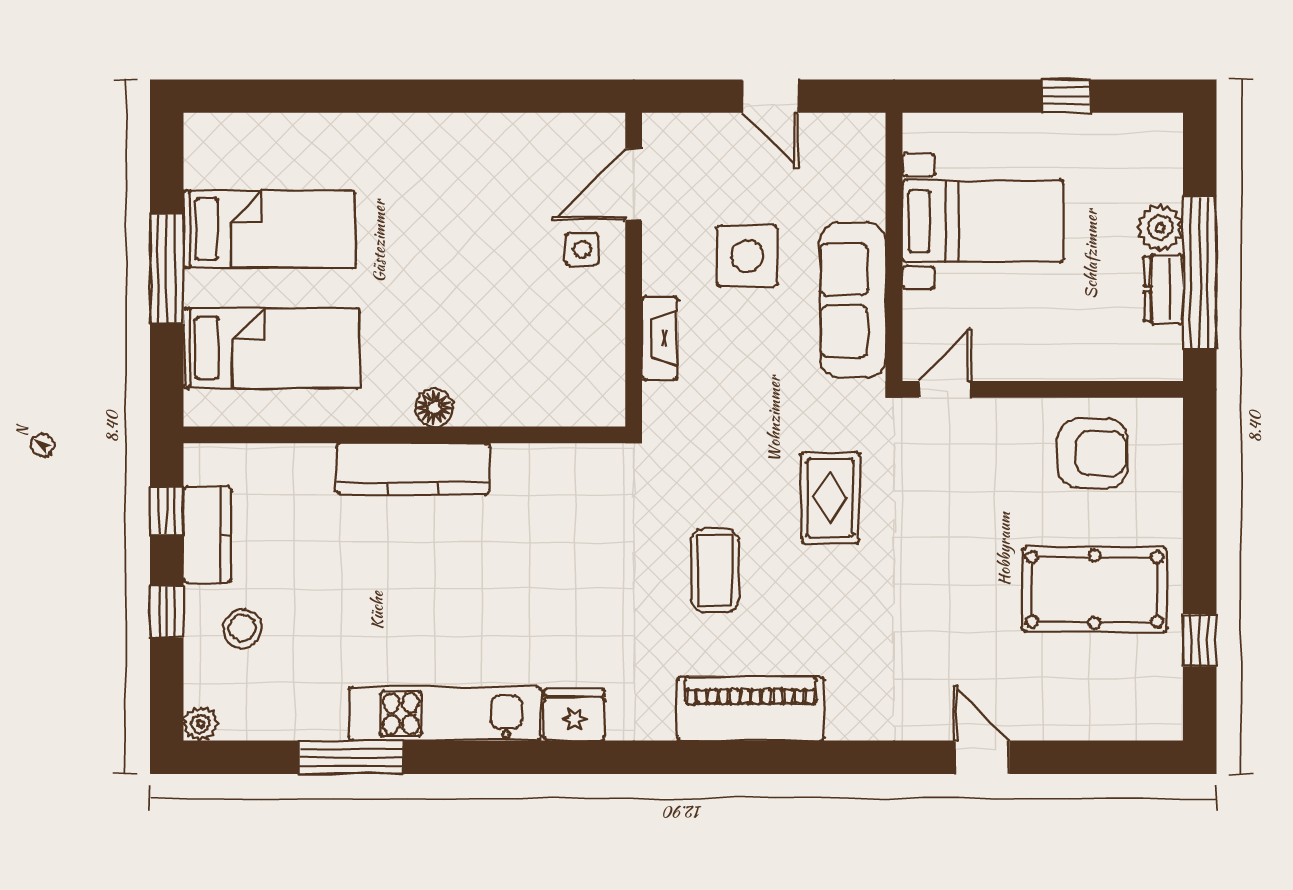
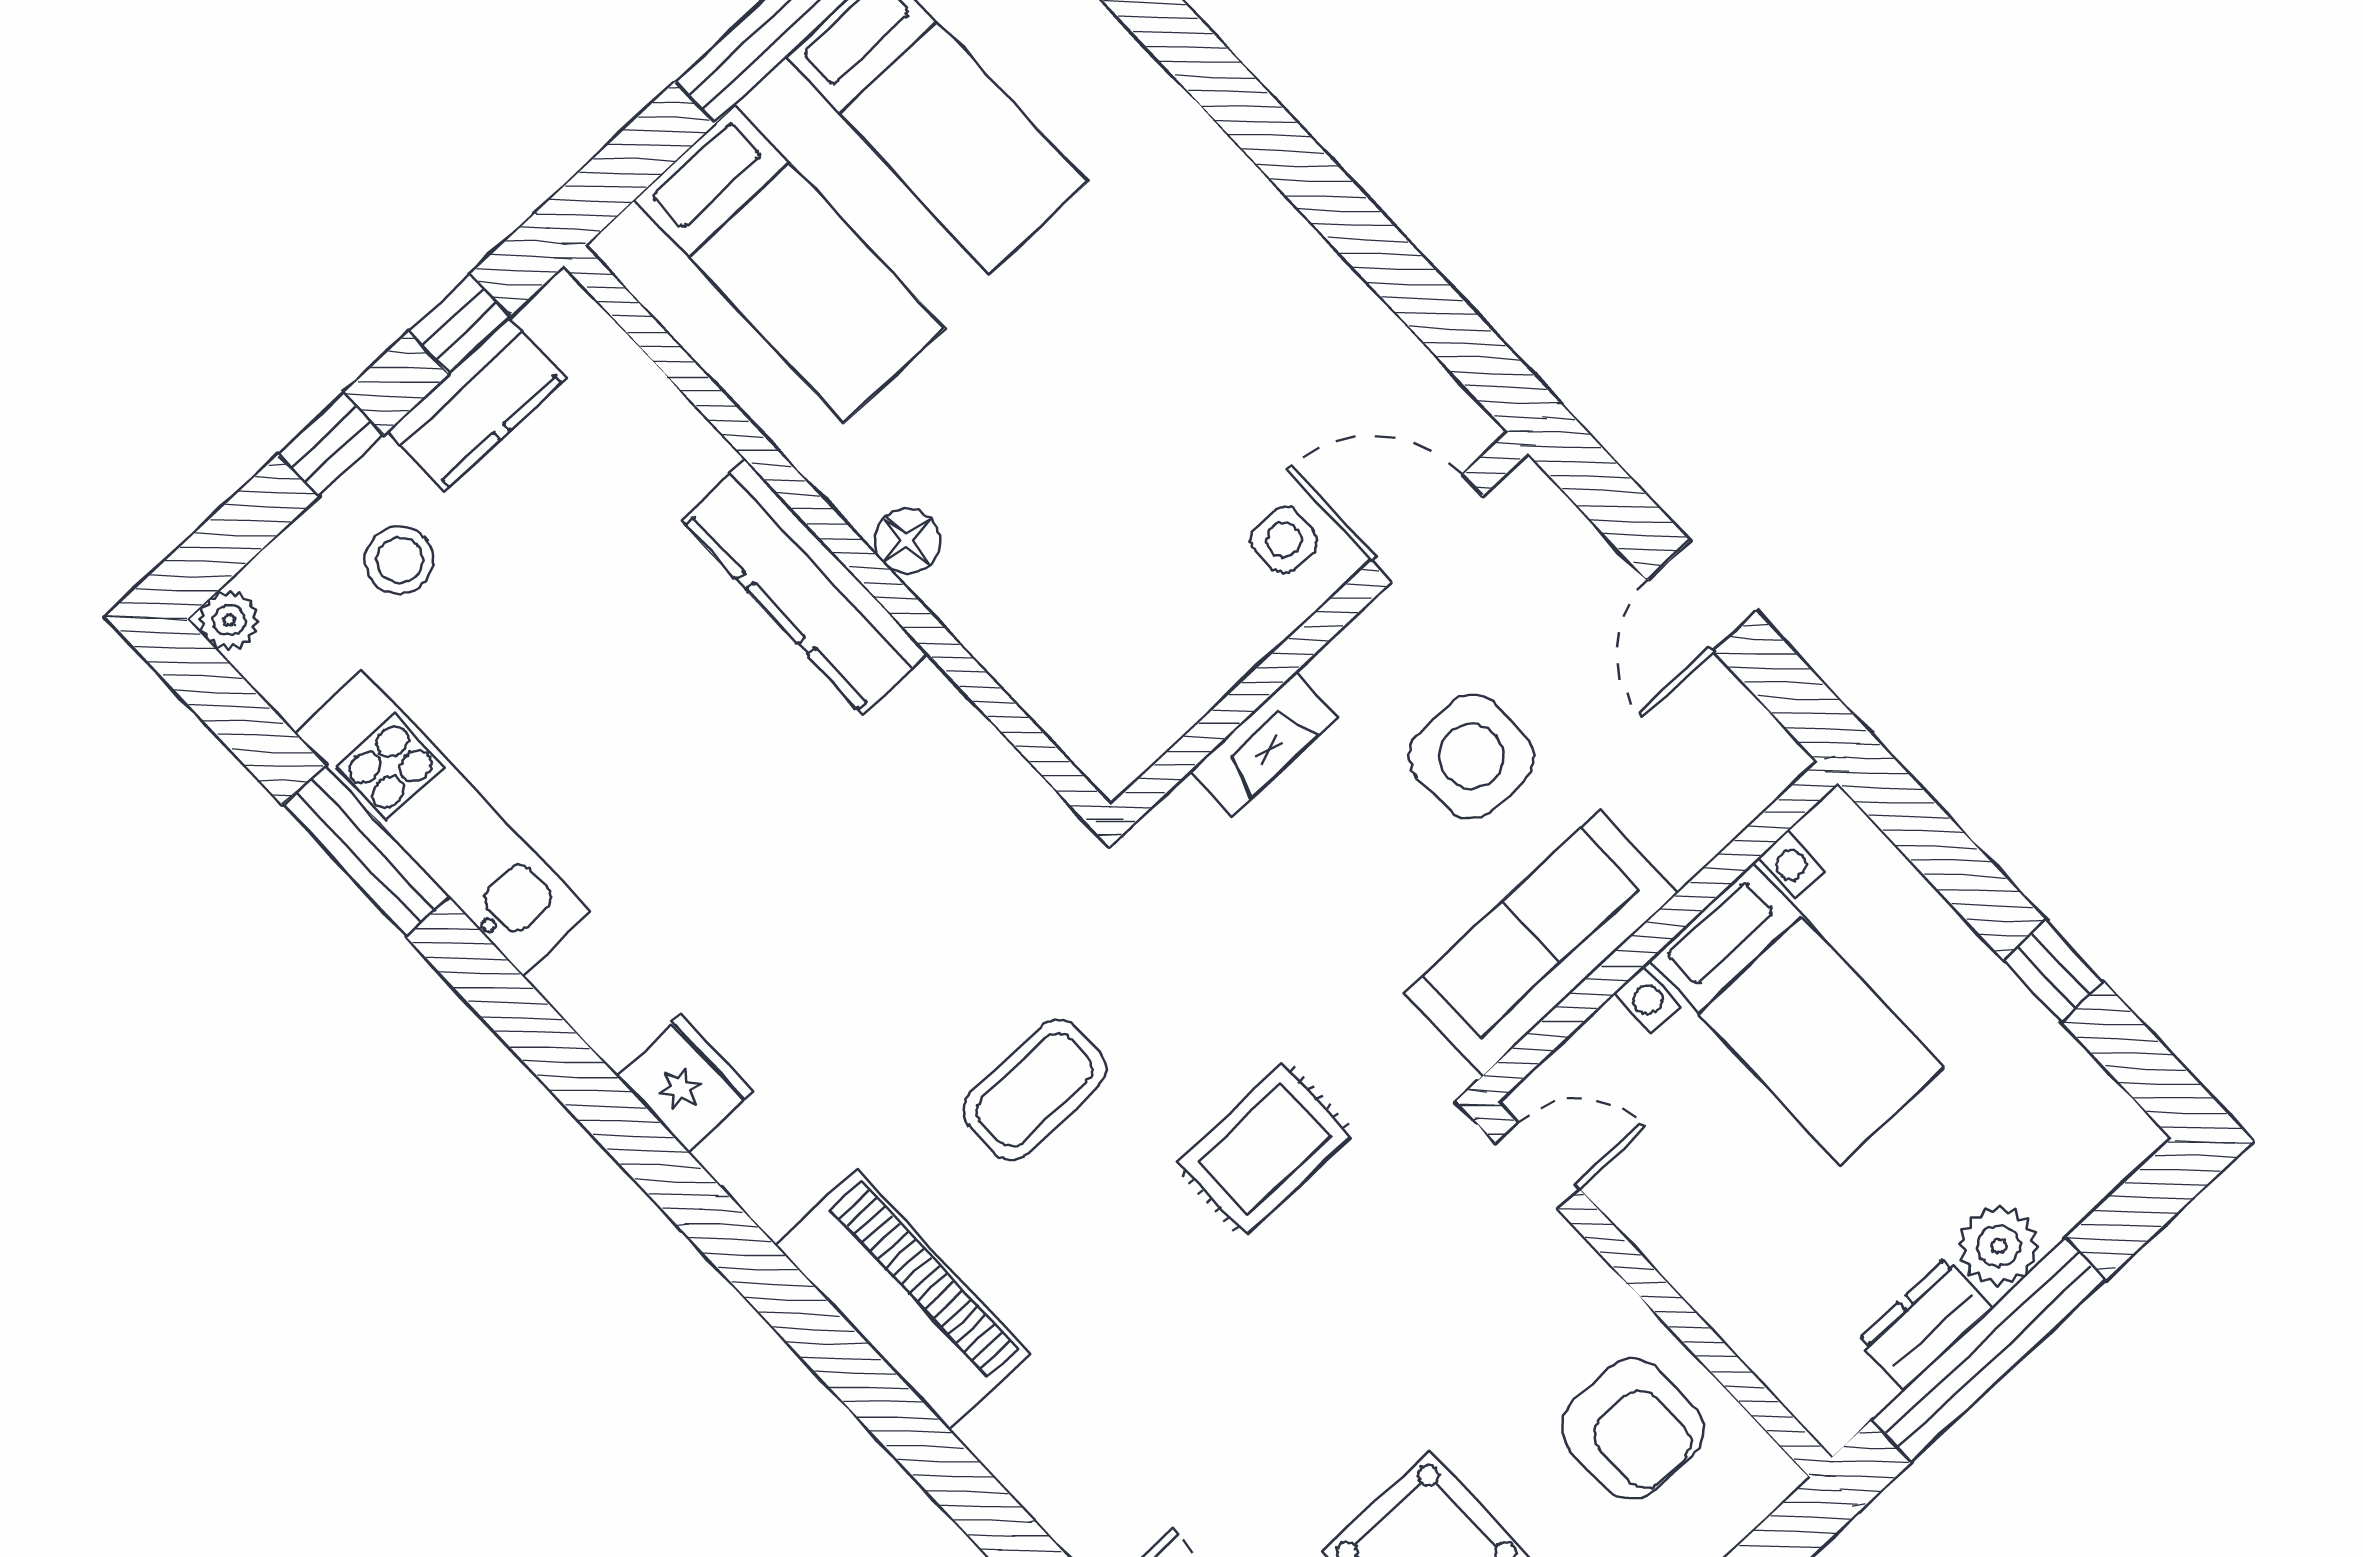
kitchen unit: (445, 714) -> (443, 823), moved

